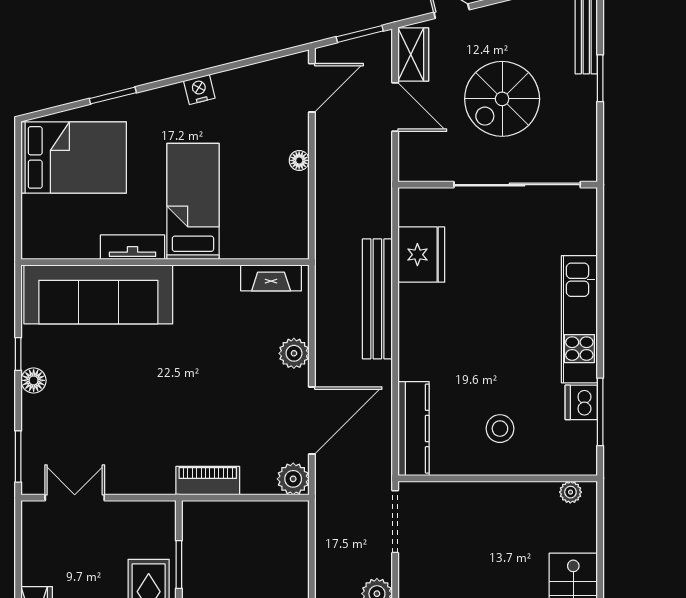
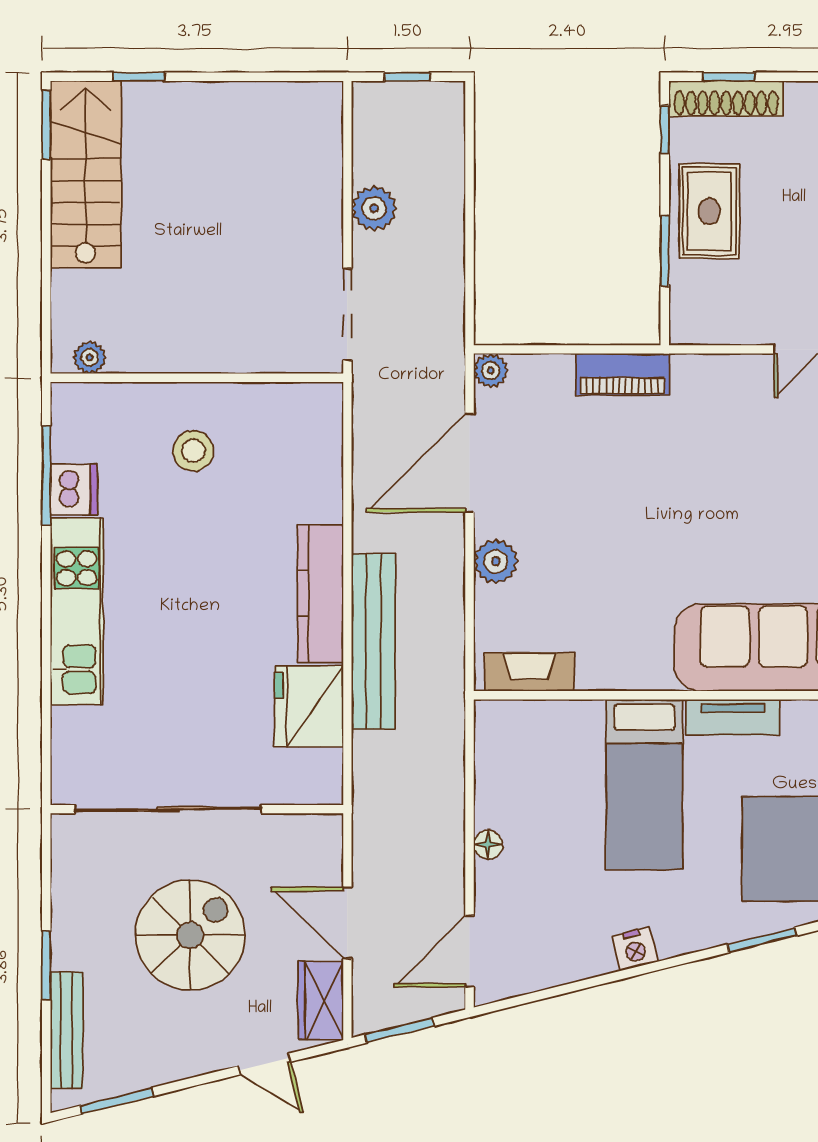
kitchen counter: (413, 429) -> (320, 594), moved
plant: (293, 479) -> (491, 371), width x0.73, depth x0.73

